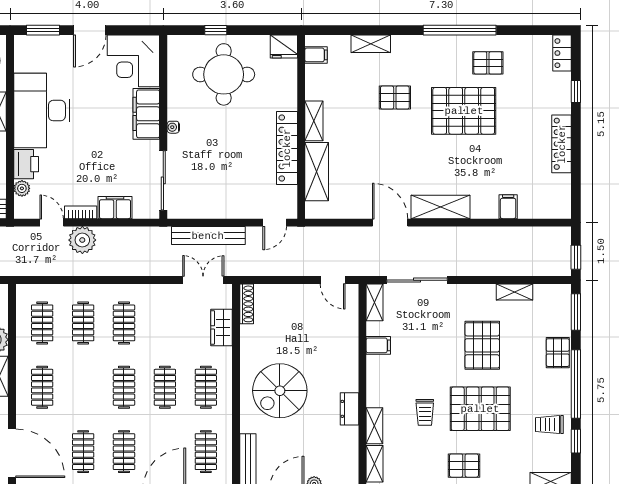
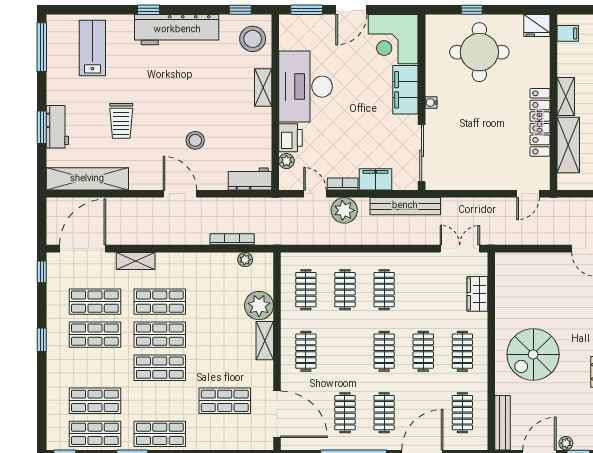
bench: (208, 236) -> (405, 206), moved
shoe rack: (247, 304) -> (501, 271), removed

